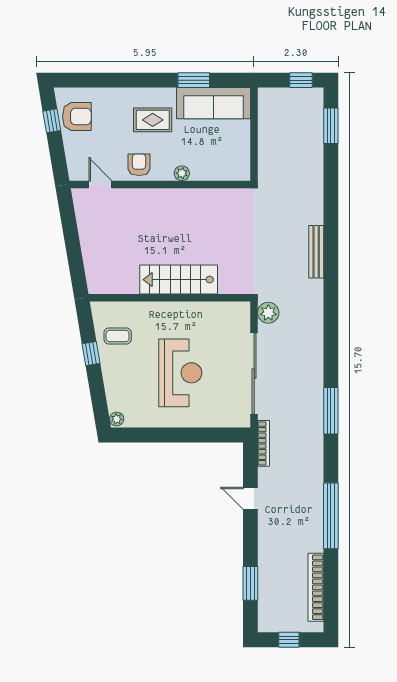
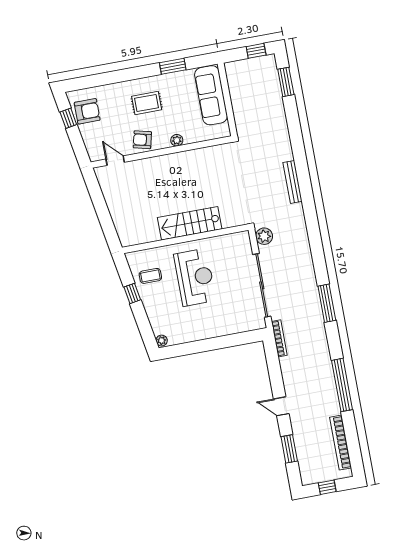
sofa: (213, 103) -> (211, 95), moved, turned 90
armchair: (139, 165) -> (142, 140), turned -76
reception desk: (180, 373) -> (195, 277), moved
door: (250, 498) -> (281, 406), moved

